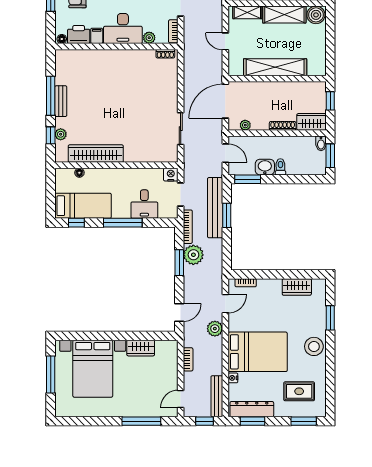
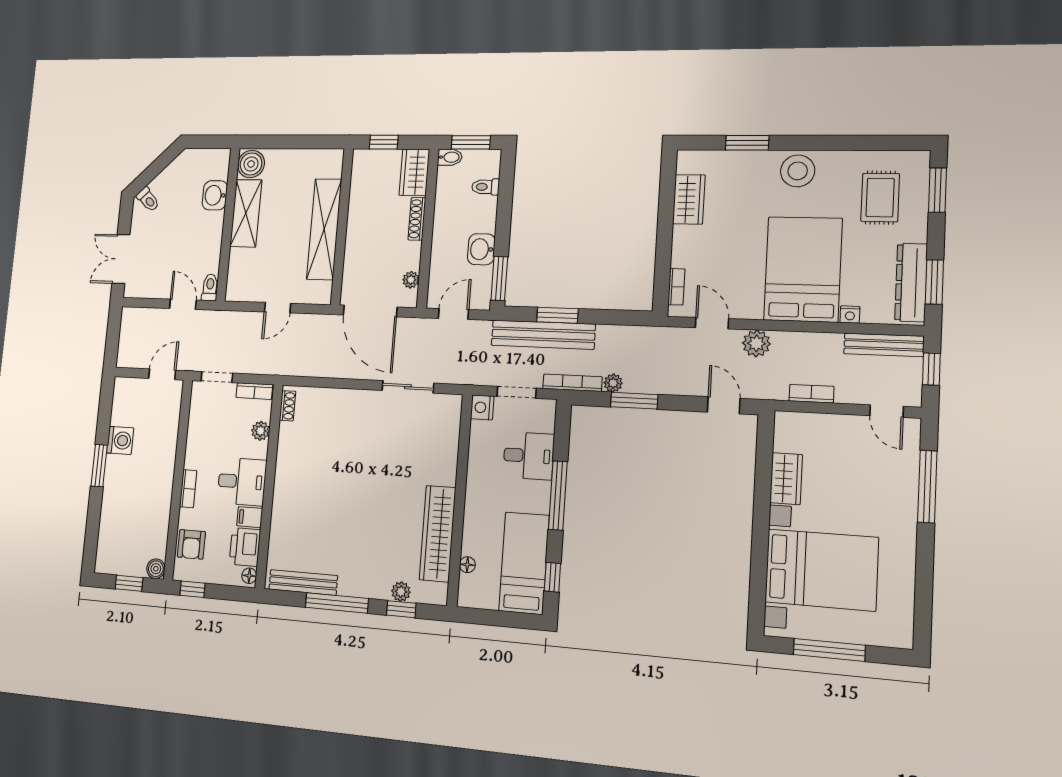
shelving: (247, 12) -> (237, 271), removed
desk: (123, 29) -> (242, 482), width x0.73
bench: (61, 101) -> (303, 582), moved, width x1.36
toilet: (280, 167) -> (486, 187), moved
plant: (193, 255) -> (613, 383), width x0.53, depth x0.53

